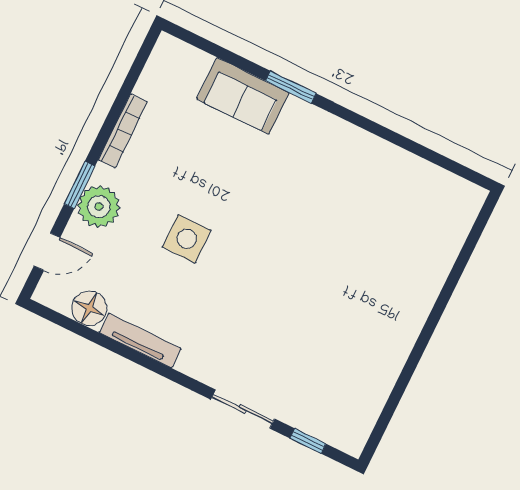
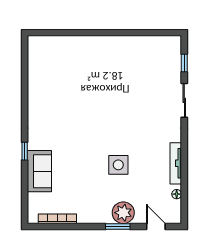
window: (291, 87) -> (25, 151), width x0.67
bookcase: (123, 131) -> (57, 219), moved
floor lamp: (89, 308) -> (177, 194), width x0.53, depth x0.53

